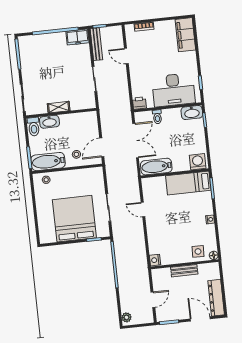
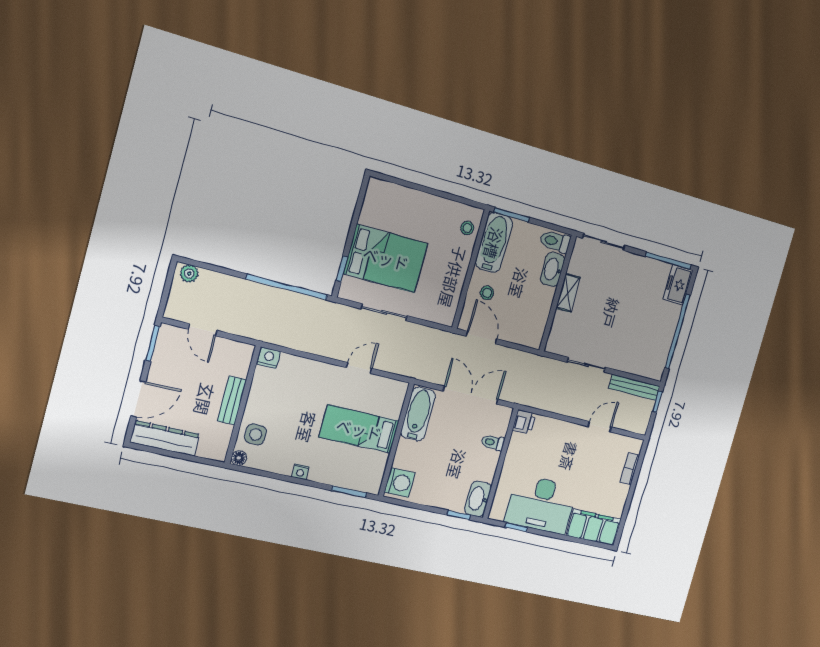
freezer: (77, 37) -> (678, 285), moved
desk: (173, 90) -> (541, 504), moved, turned -90
double door: (136, 141) -> (471, 395), swing flipped
bed: (188, 183) -> (359, 429), moved, turned -90
bed: (74, 219) -> (386, 258), width x0.73

